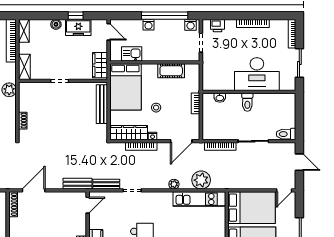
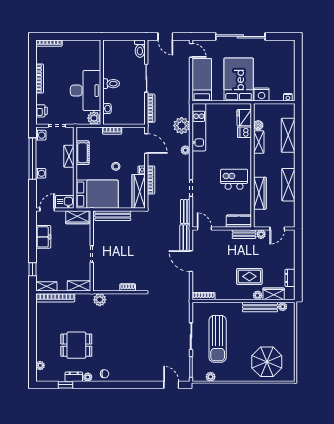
window: (76, 16) -> (32, 269), moved
boiler: (56, 24) -> (40, 257), removed
kitchen sink: (132, 54) -> (65, 202), moved, turned 90
shelving: (167, 56) -> (69, 156), added
sliding door: (299, 63) -> (75, 36), removed
desk: (257, 74) -> (86, 91), moved
plant: (209, 83) -> (94, 118), added
door: (299, 162) -> (165, 36), swing flipped
door: (34, 190) -> (191, 261), moved
bed: (252, 208) -> (202, 80), width x0.67

